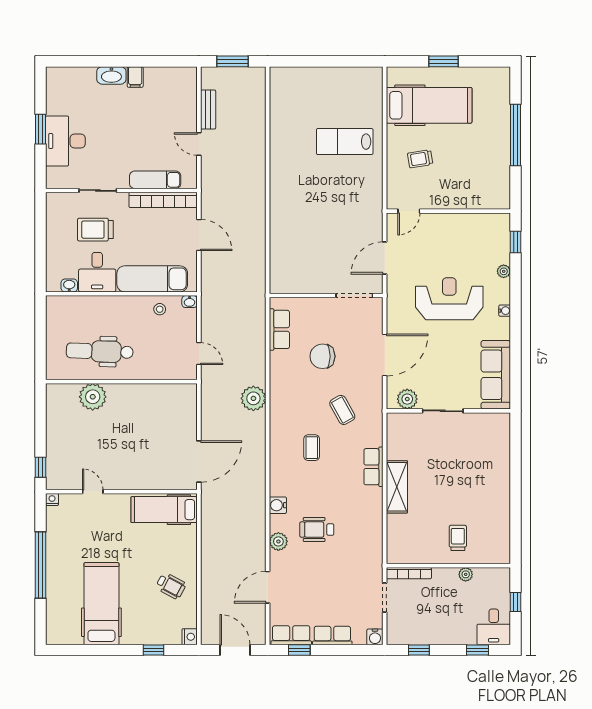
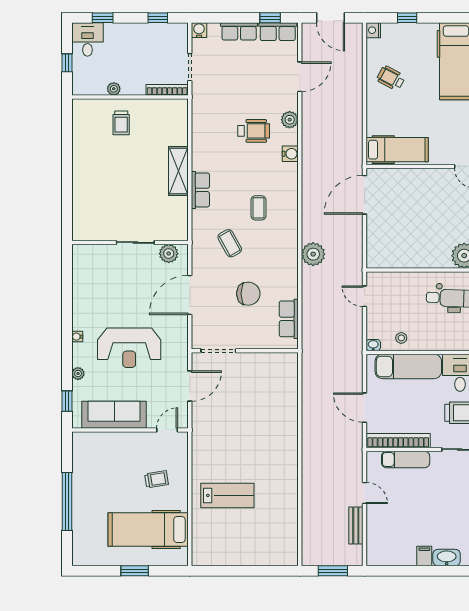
sofa: (496, 375) -> (114, 415), moved, turned -90

